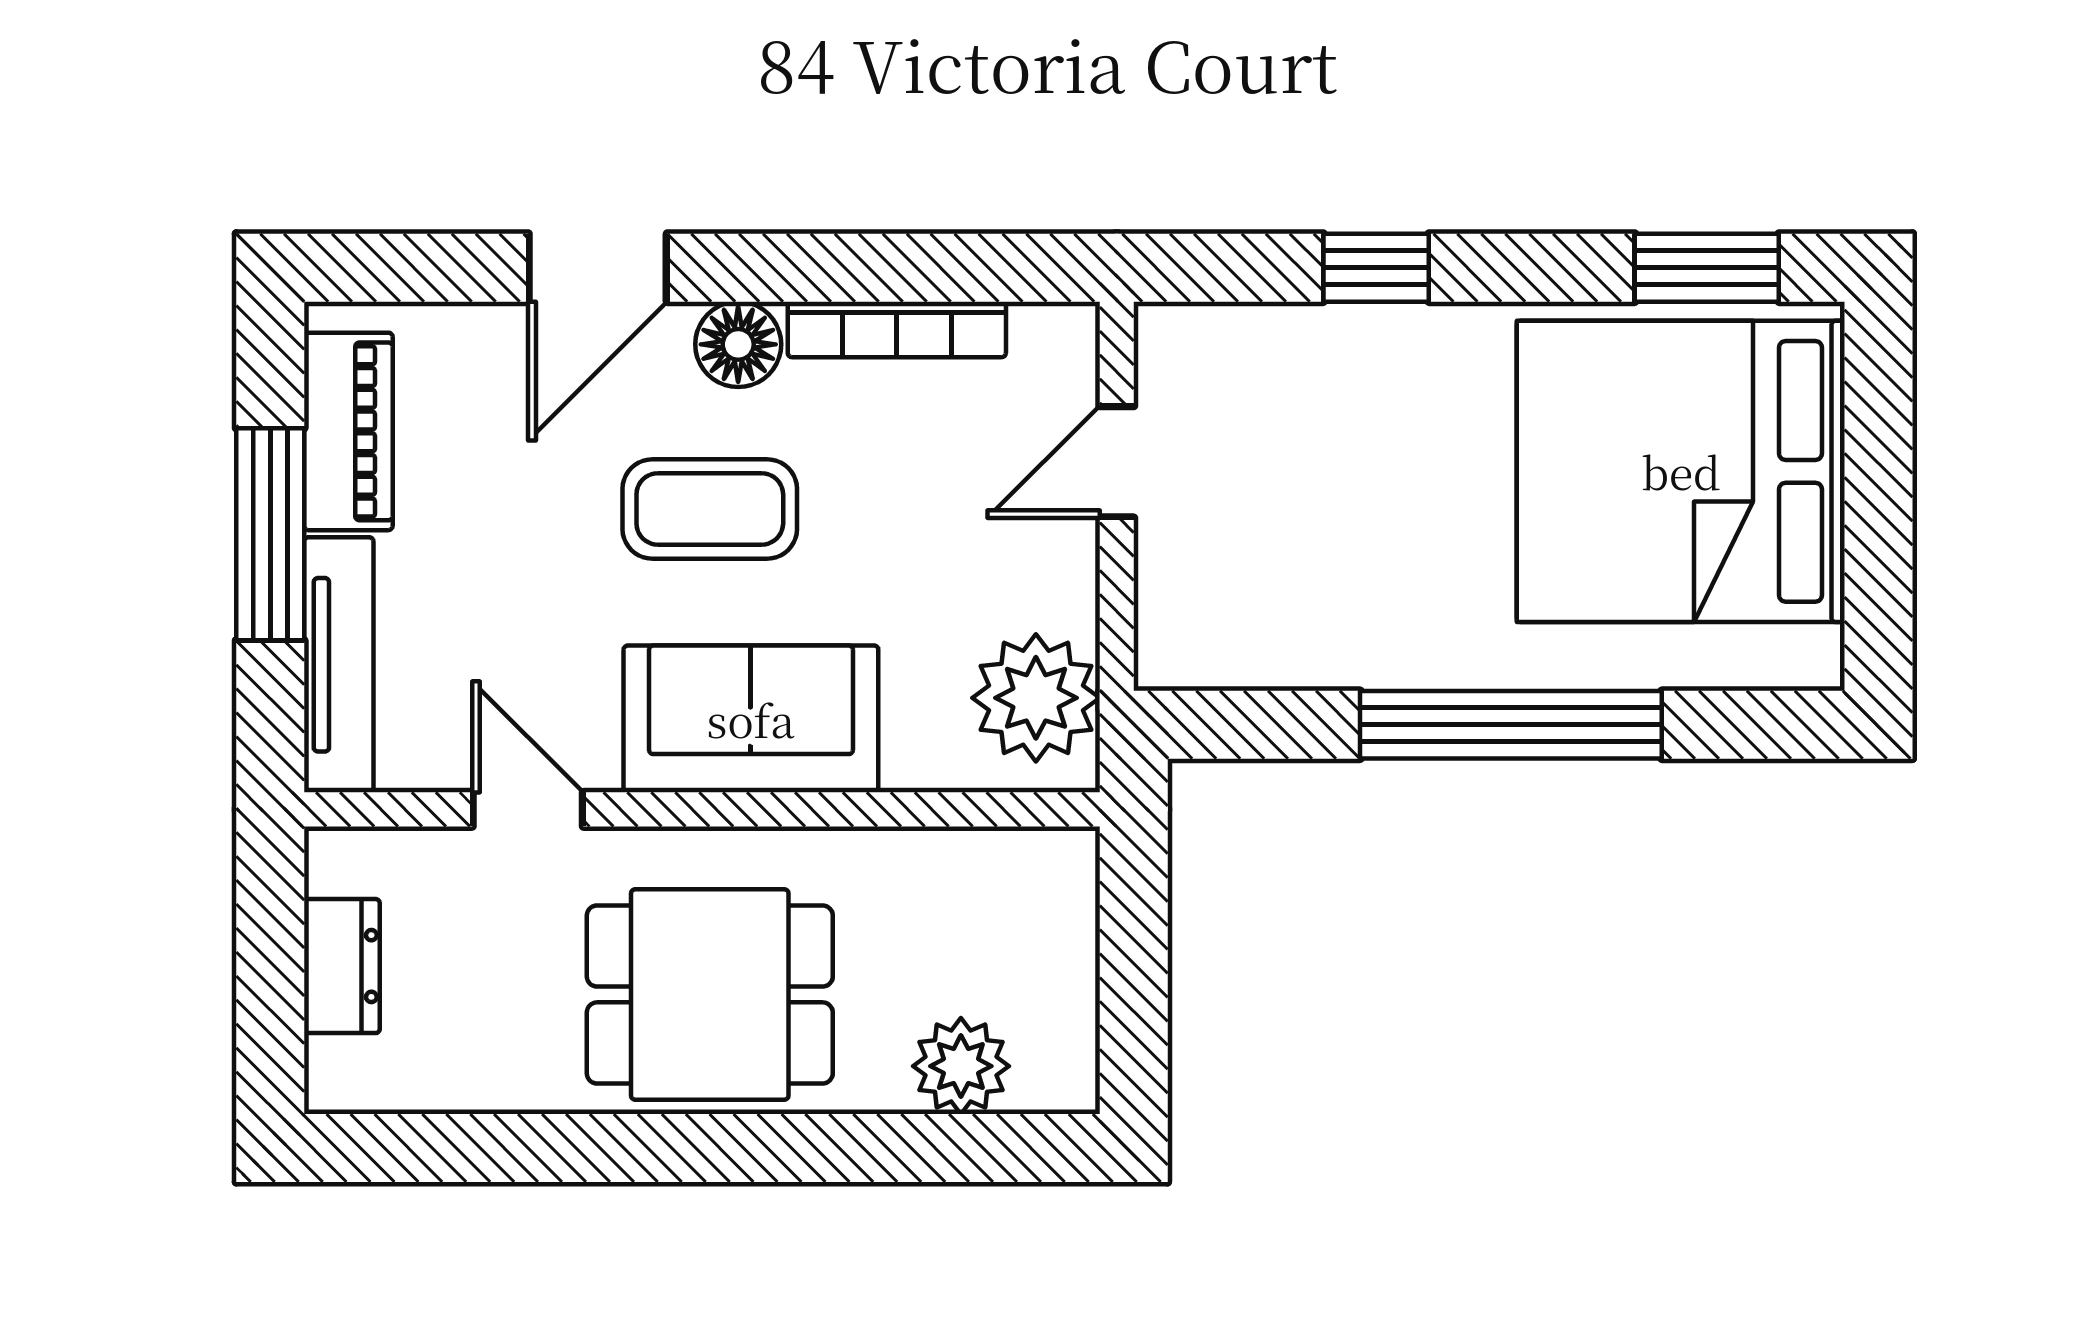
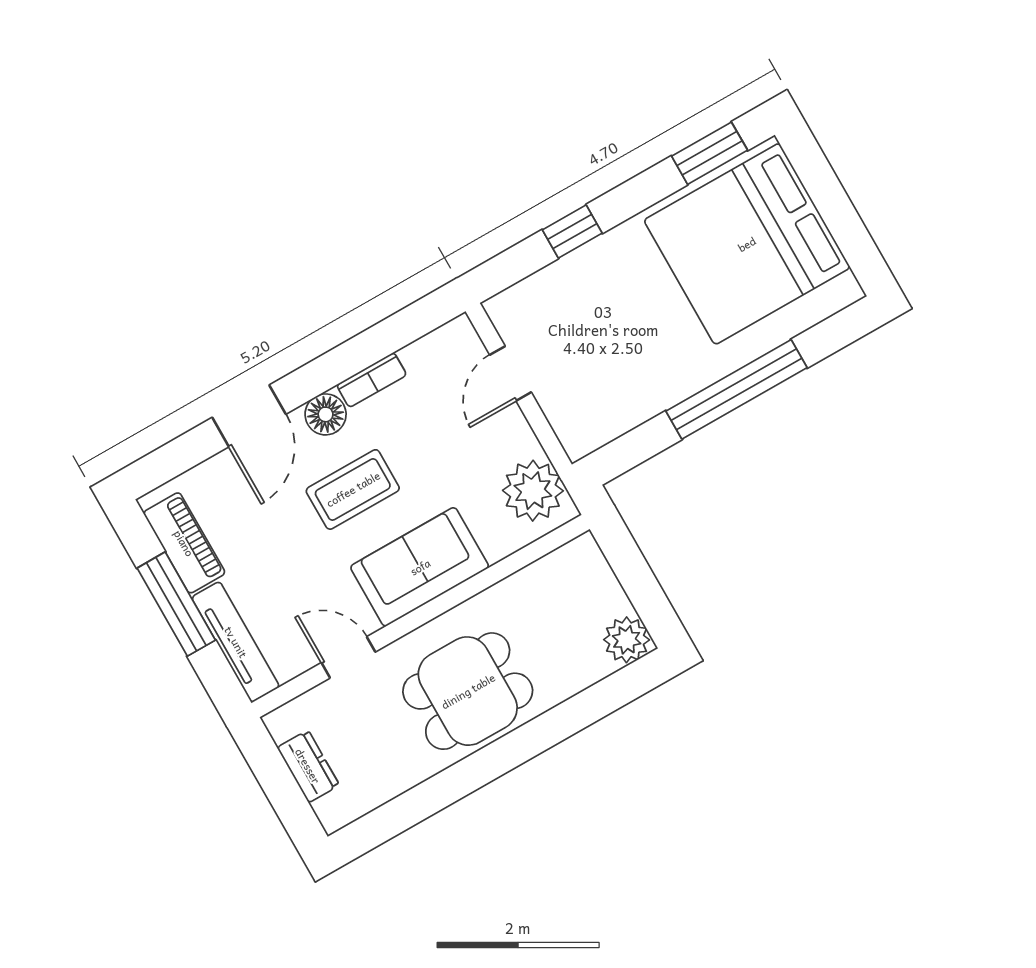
bookcase: (897, 329) -> (372, 380), width x0.64
plant: (961, 1066) -> (627, 640), moved

